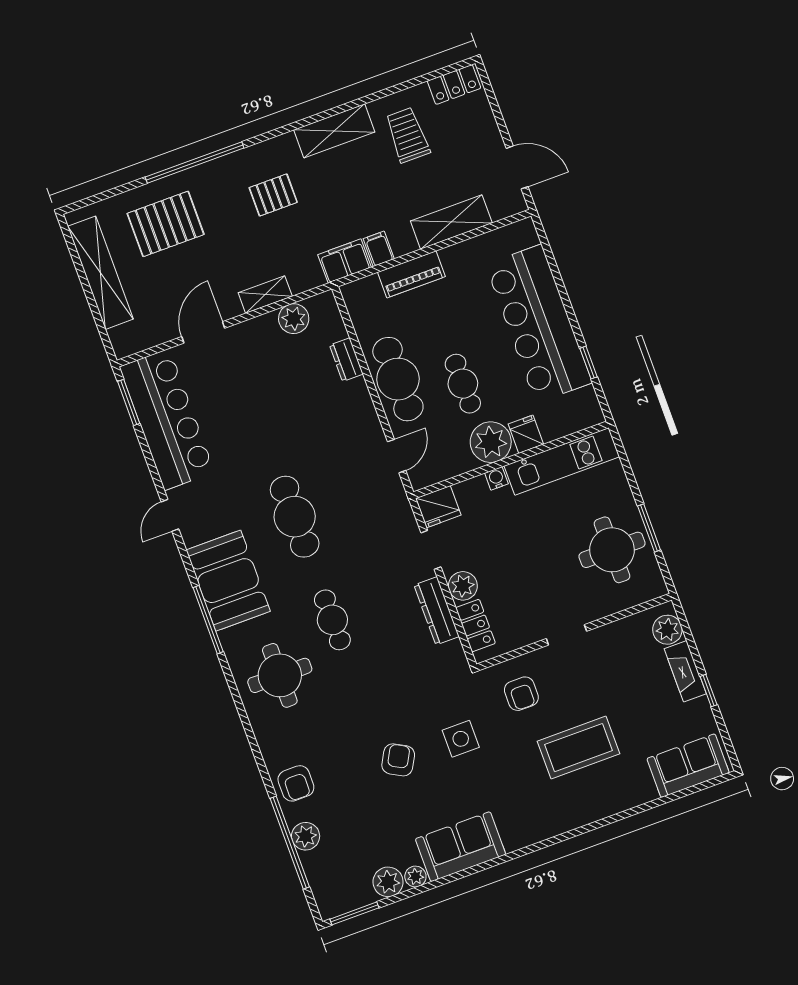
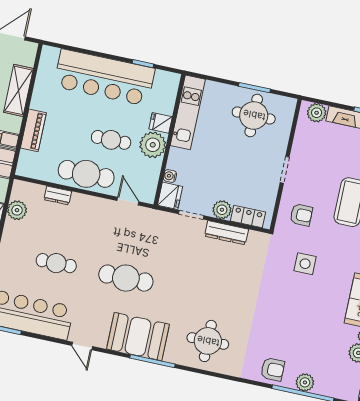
water cooler: (496, 478) -> (170, 176), moved
cafe table: (332, 620) -> (56, 263), moved
armchair: (398, 760) -> (295, 305), removed

